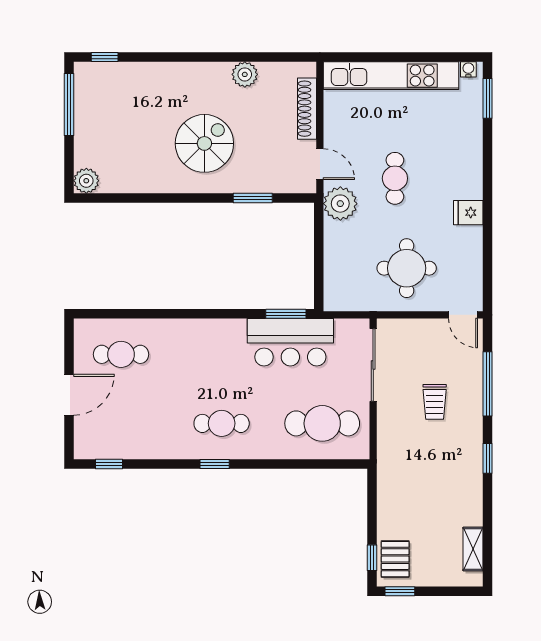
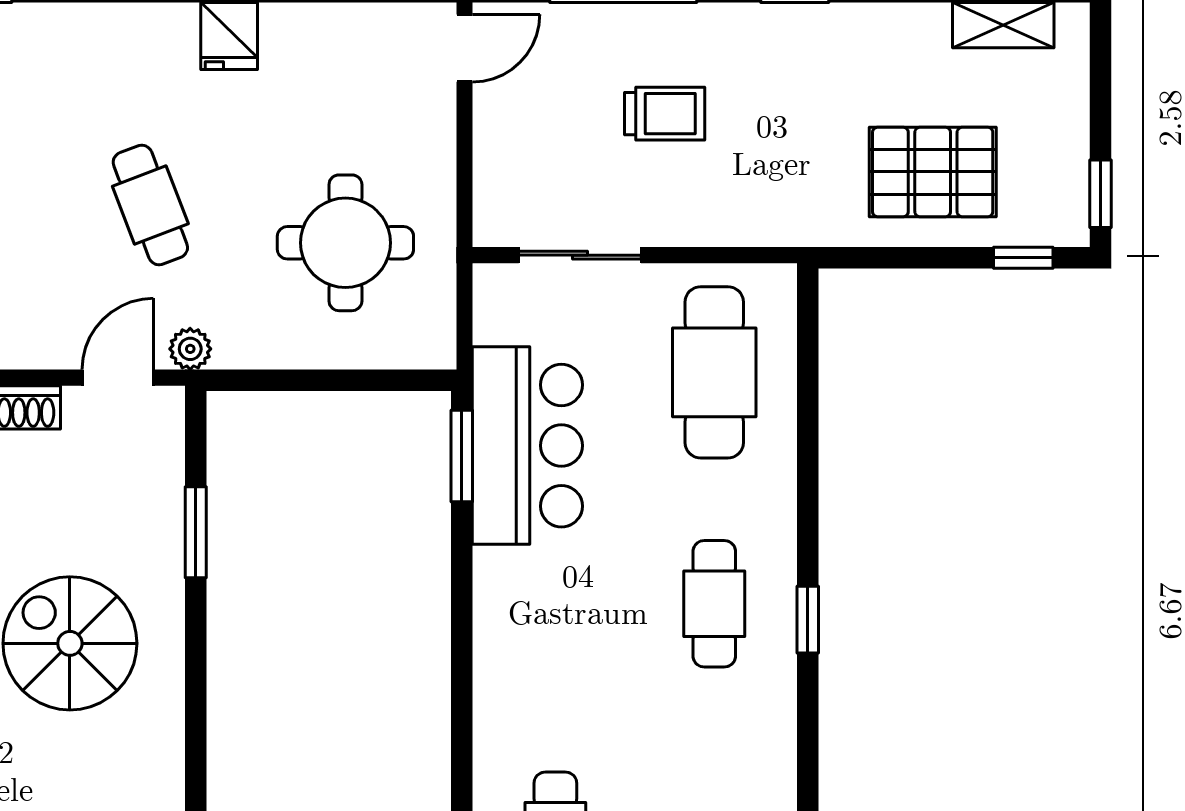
cafe table: (395, 178) -> (150, 205), turned 69
plant: (340, 204) -> (190, 349), width x0.53, depth x0.53
round table: (407, 268) -> (345, 243), moved
sliding door: (373, 365) -> (580, 255), width x0.73
pallet: (395, 559) -> (933, 172), moved, width x1.50, depth x1.42

